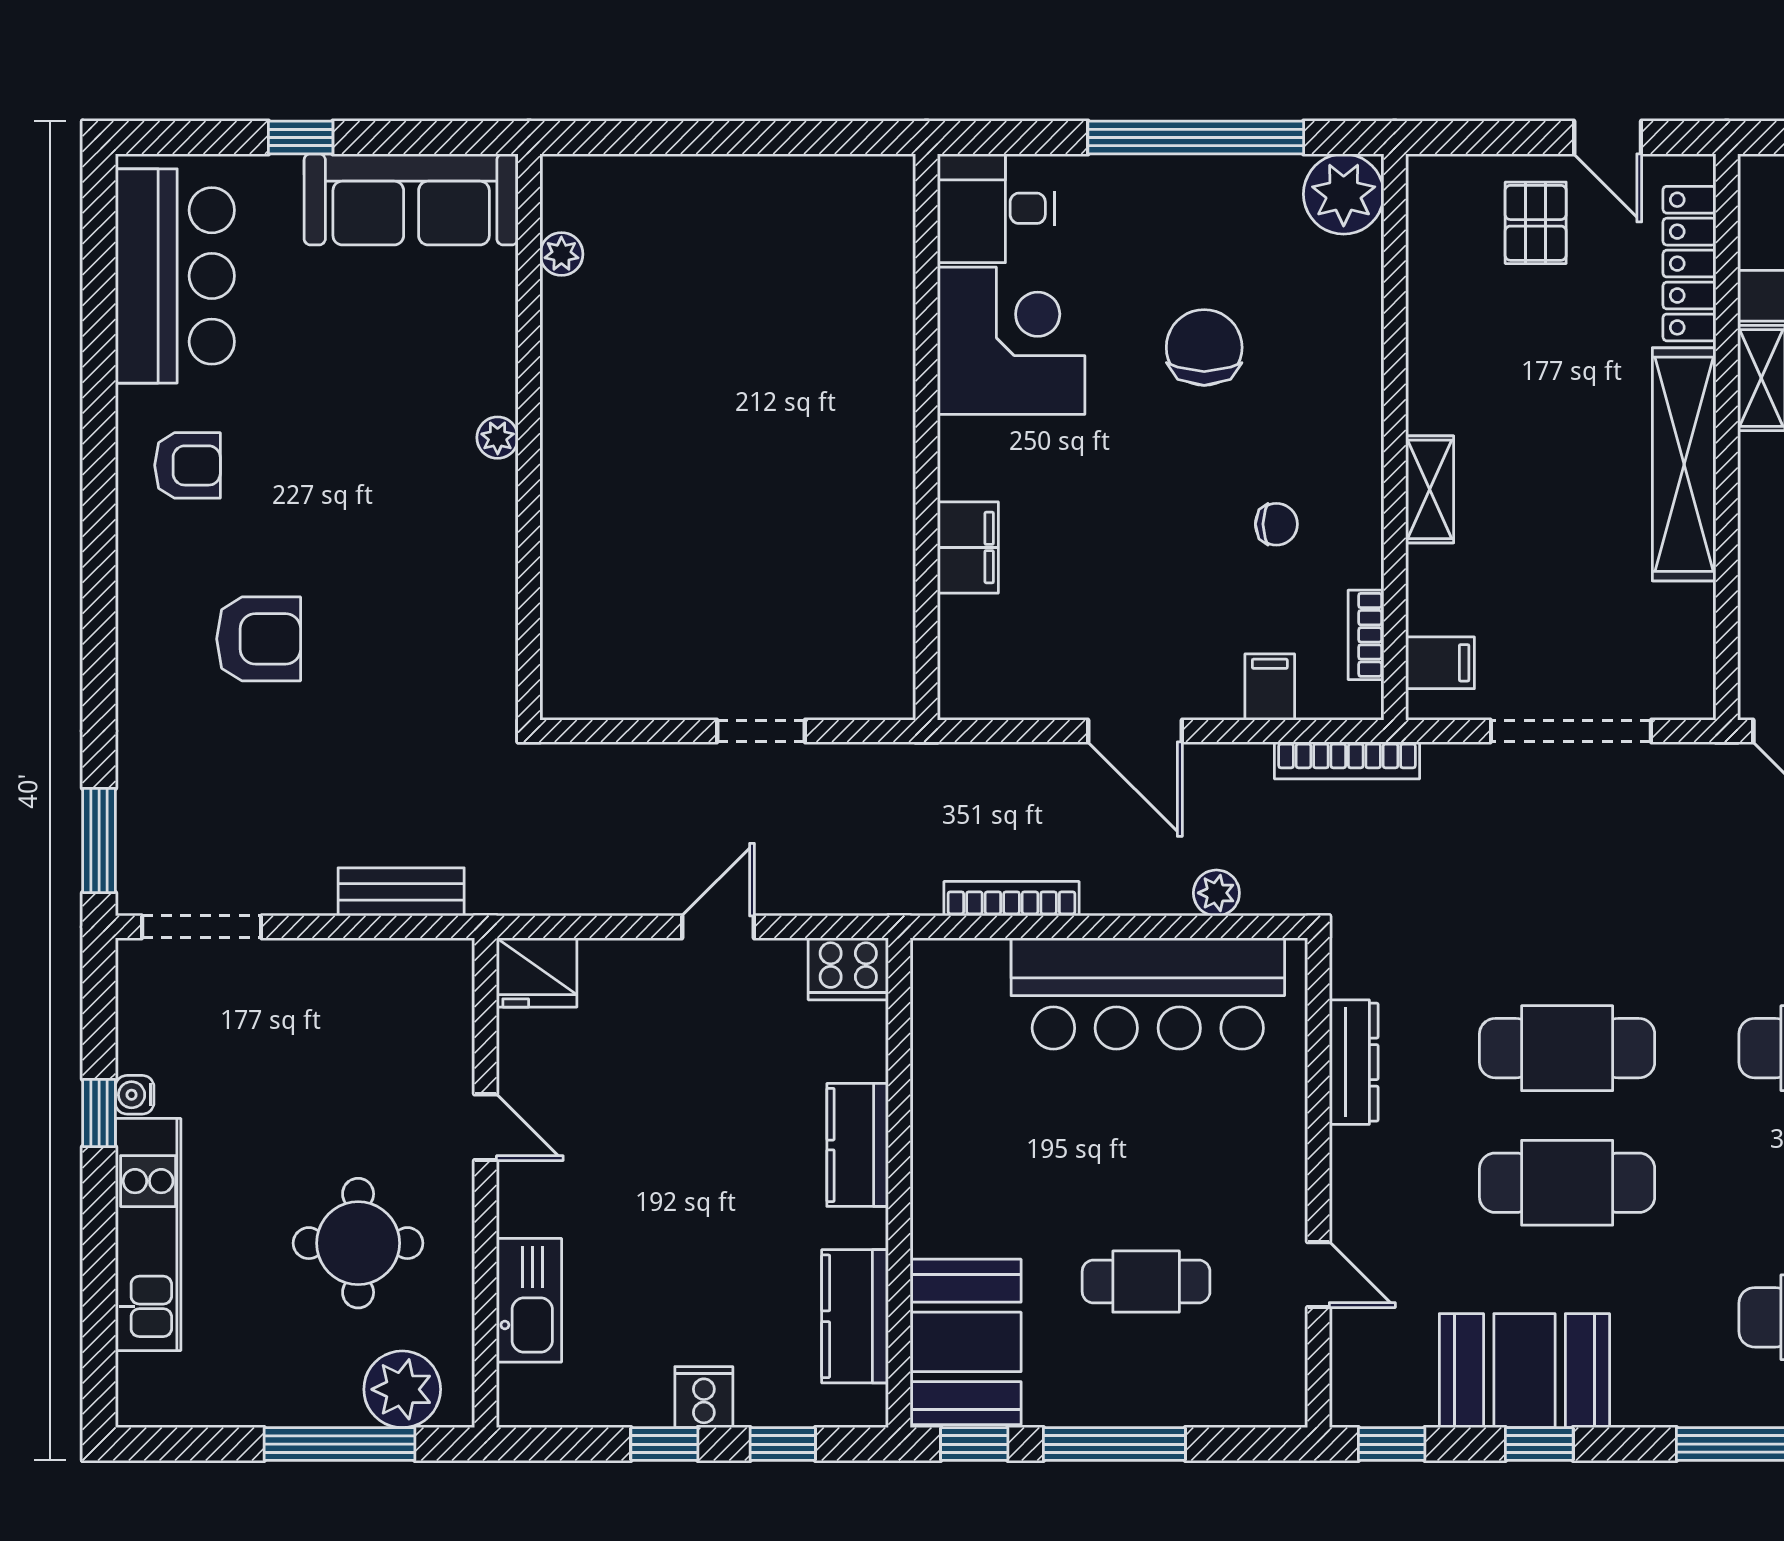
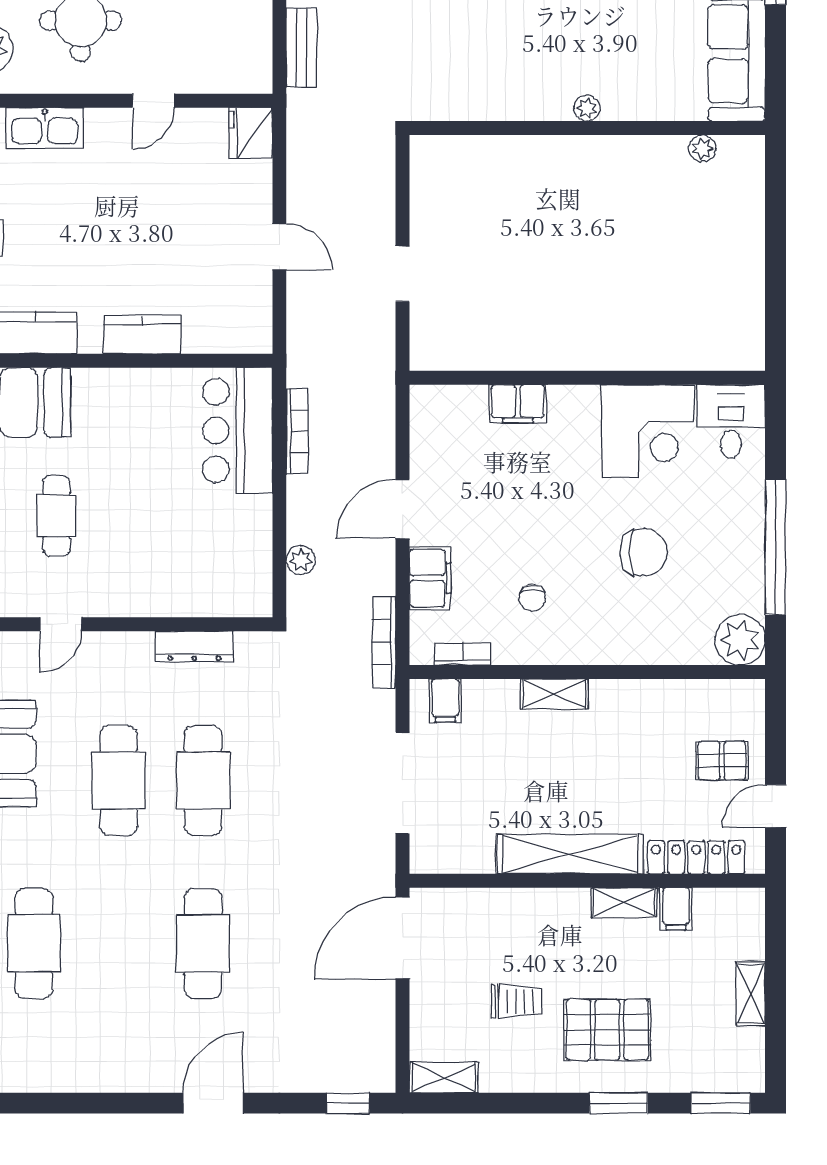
filing cabinet: (1270, 687) -> (430, 578), width x2.00
cooker: (848, 969) -> (253, 329), removed
bar counter: (1148, 993) -> (238, 431), moved, width x0.73

